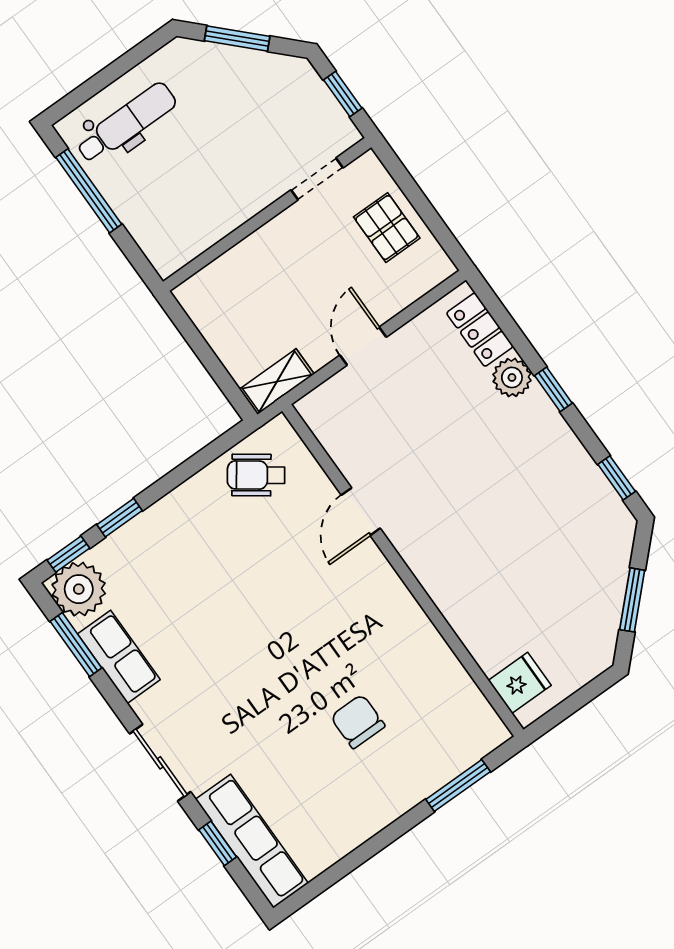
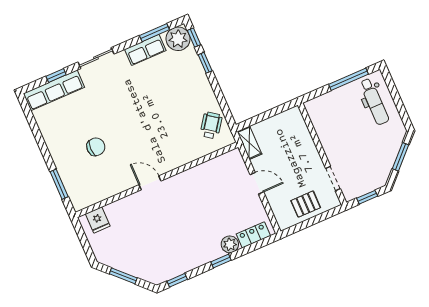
door: (361, 512) -> (150, 183), moved

